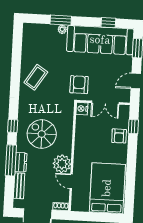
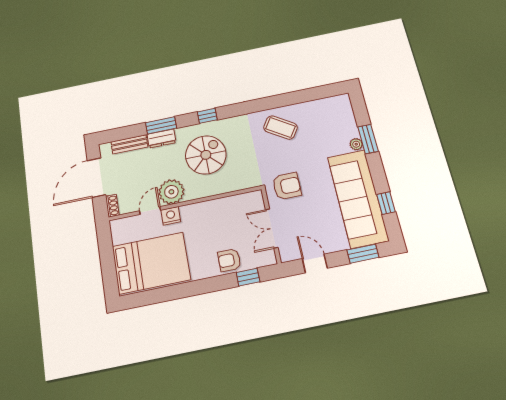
nightstand: (82, 109) -> (171, 216), moved
window: (11, 160) -> (161, 125), width x0.69

